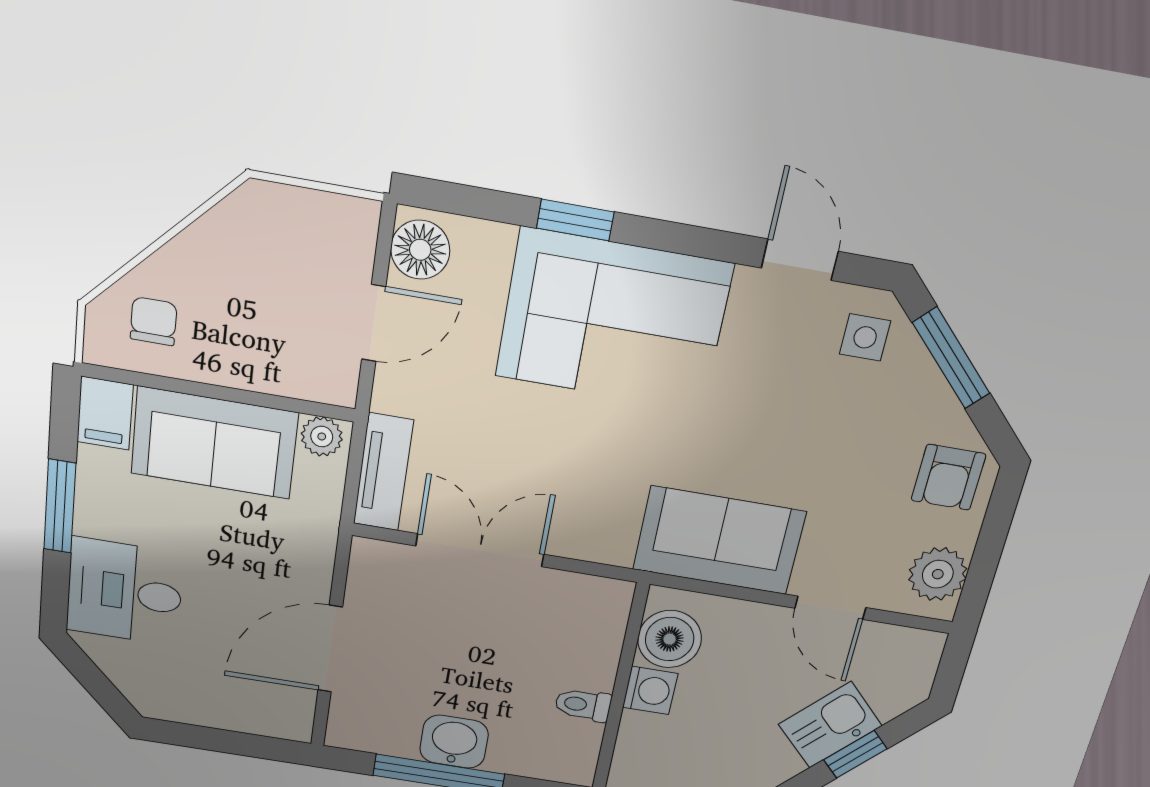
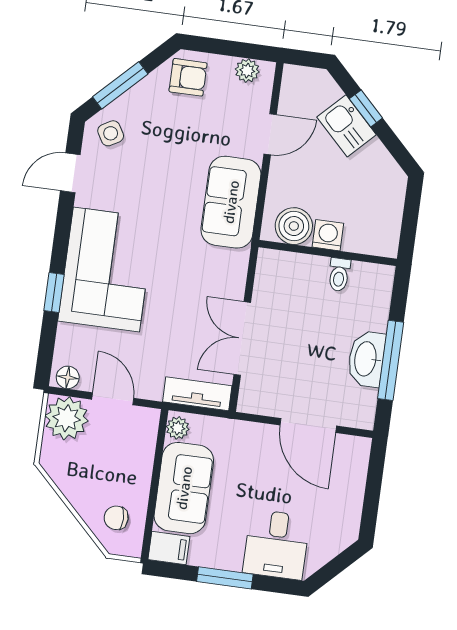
plant: (336, 235) -> (67, 418), added
floor lamp: (420, 250) -> (68, 377), width x0.73, depth x0.73
side table: (865, 337) -> (111, 133), turned -30
plant: (938, 574) -> (247, 71), width x0.73, depth x0.73
washbasin: (454, 742) -> (366, 359), width x1.38

